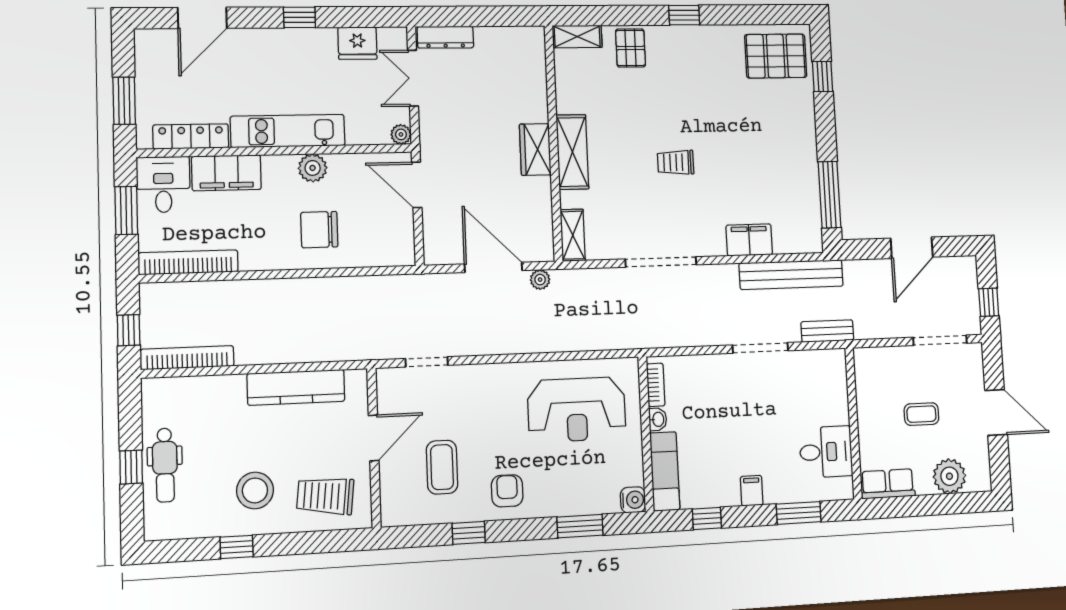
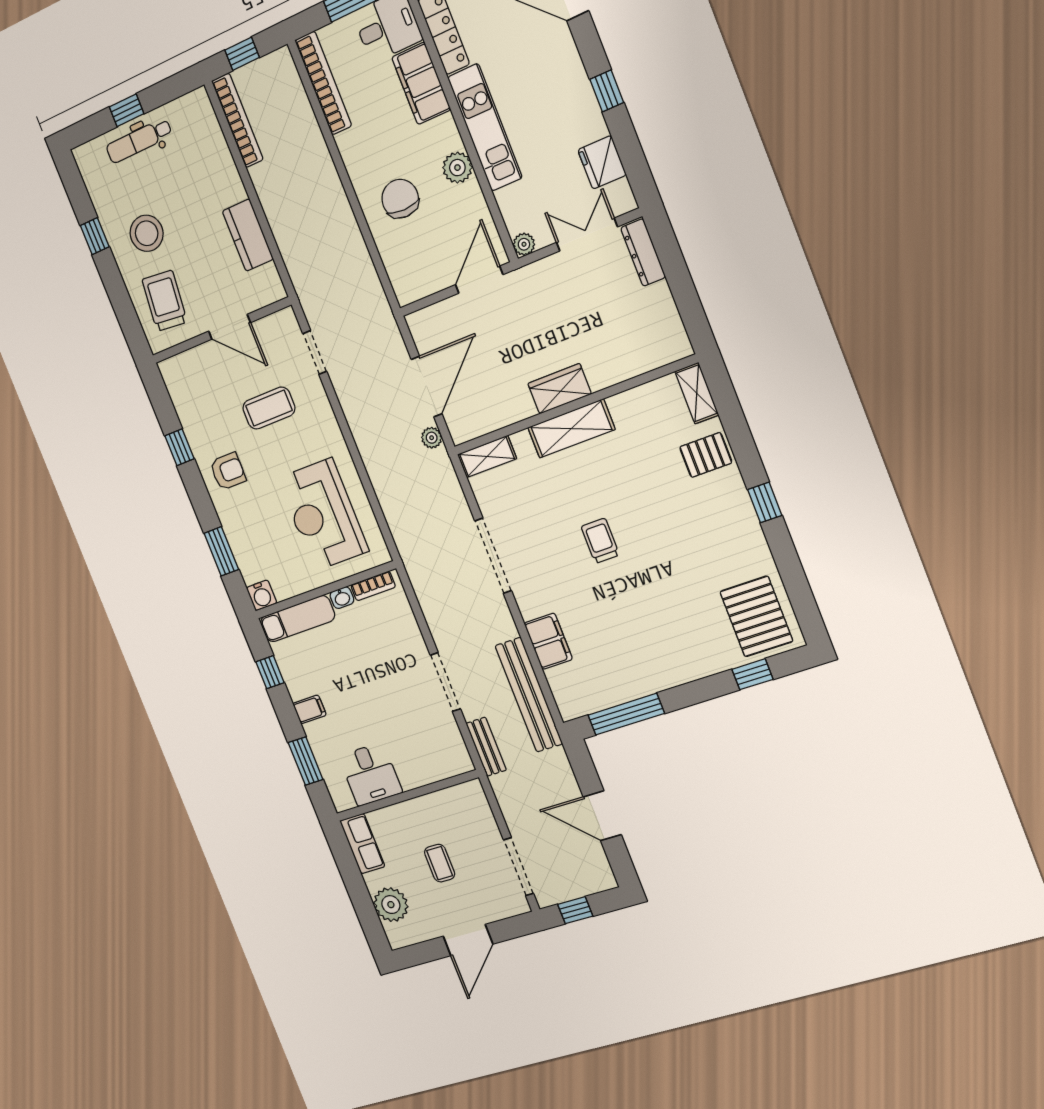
kitchen counter: (296, 387) -> (248, 235), width x0.67
coffee table: (442, 467) -> (269, 408), moved

